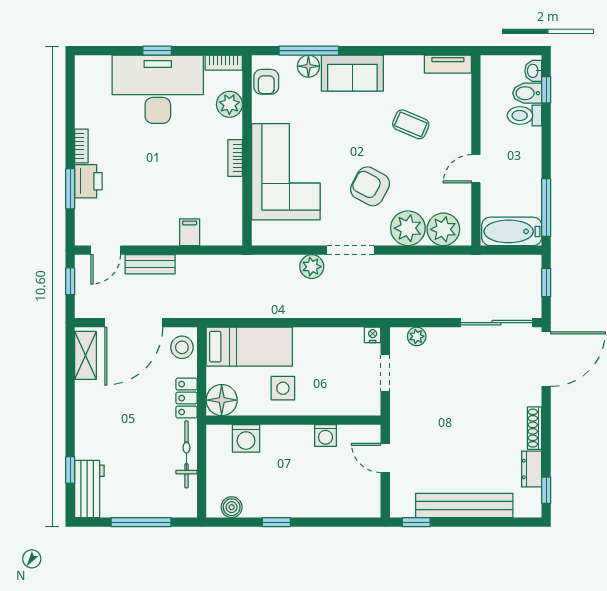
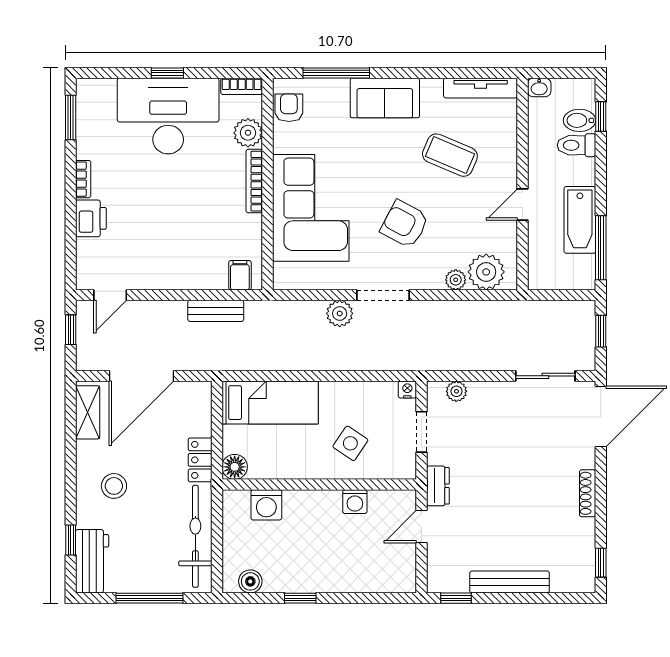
tv unit: (448, 64) -> (481, 88), width x1.41
floor lamp: (308, 66) -> (336, 90), removed
washbasin: (533, 71) -> (539, 87), moved, turned -90
armchair: (266, 82) -> (289, 108), turned 180
coffee table: (411, 124) -> (450, 155), width x1.36, depth x1.30
bookcase: (235, 158) -> (254, 181), width x1.56
window: (70, 189) -> (71, 118), moved
plant: (408, 228) -> (456, 280), width x0.53, depth x0.53
bathtub: (512, 231) -> (580, 220), moved, turned -90
filing cabinet: (190, 232) -> (240, 275), moved
bench: (150, 264) -> (216, 311), moved
sliding door: (496, 323) -> (545, 376), width x0.73
stool: (182, 347) -> (114, 486), moved
side table: (283, 388) -> (350, 443), moved, turned 34
floor lamp: (222, 400) -> (235, 467), width x0.73, depth x0.73
bicycle: (186, 454) -> (195, 536), width x1.37, depth x1.40
door: (385, 458) -> (421, 527), hinge flipped
dresser: (532, 469) -> (438, 486), moved, turned 180
bench: (464, 505) -> (509, 582), width x0.73, depth x0.82

